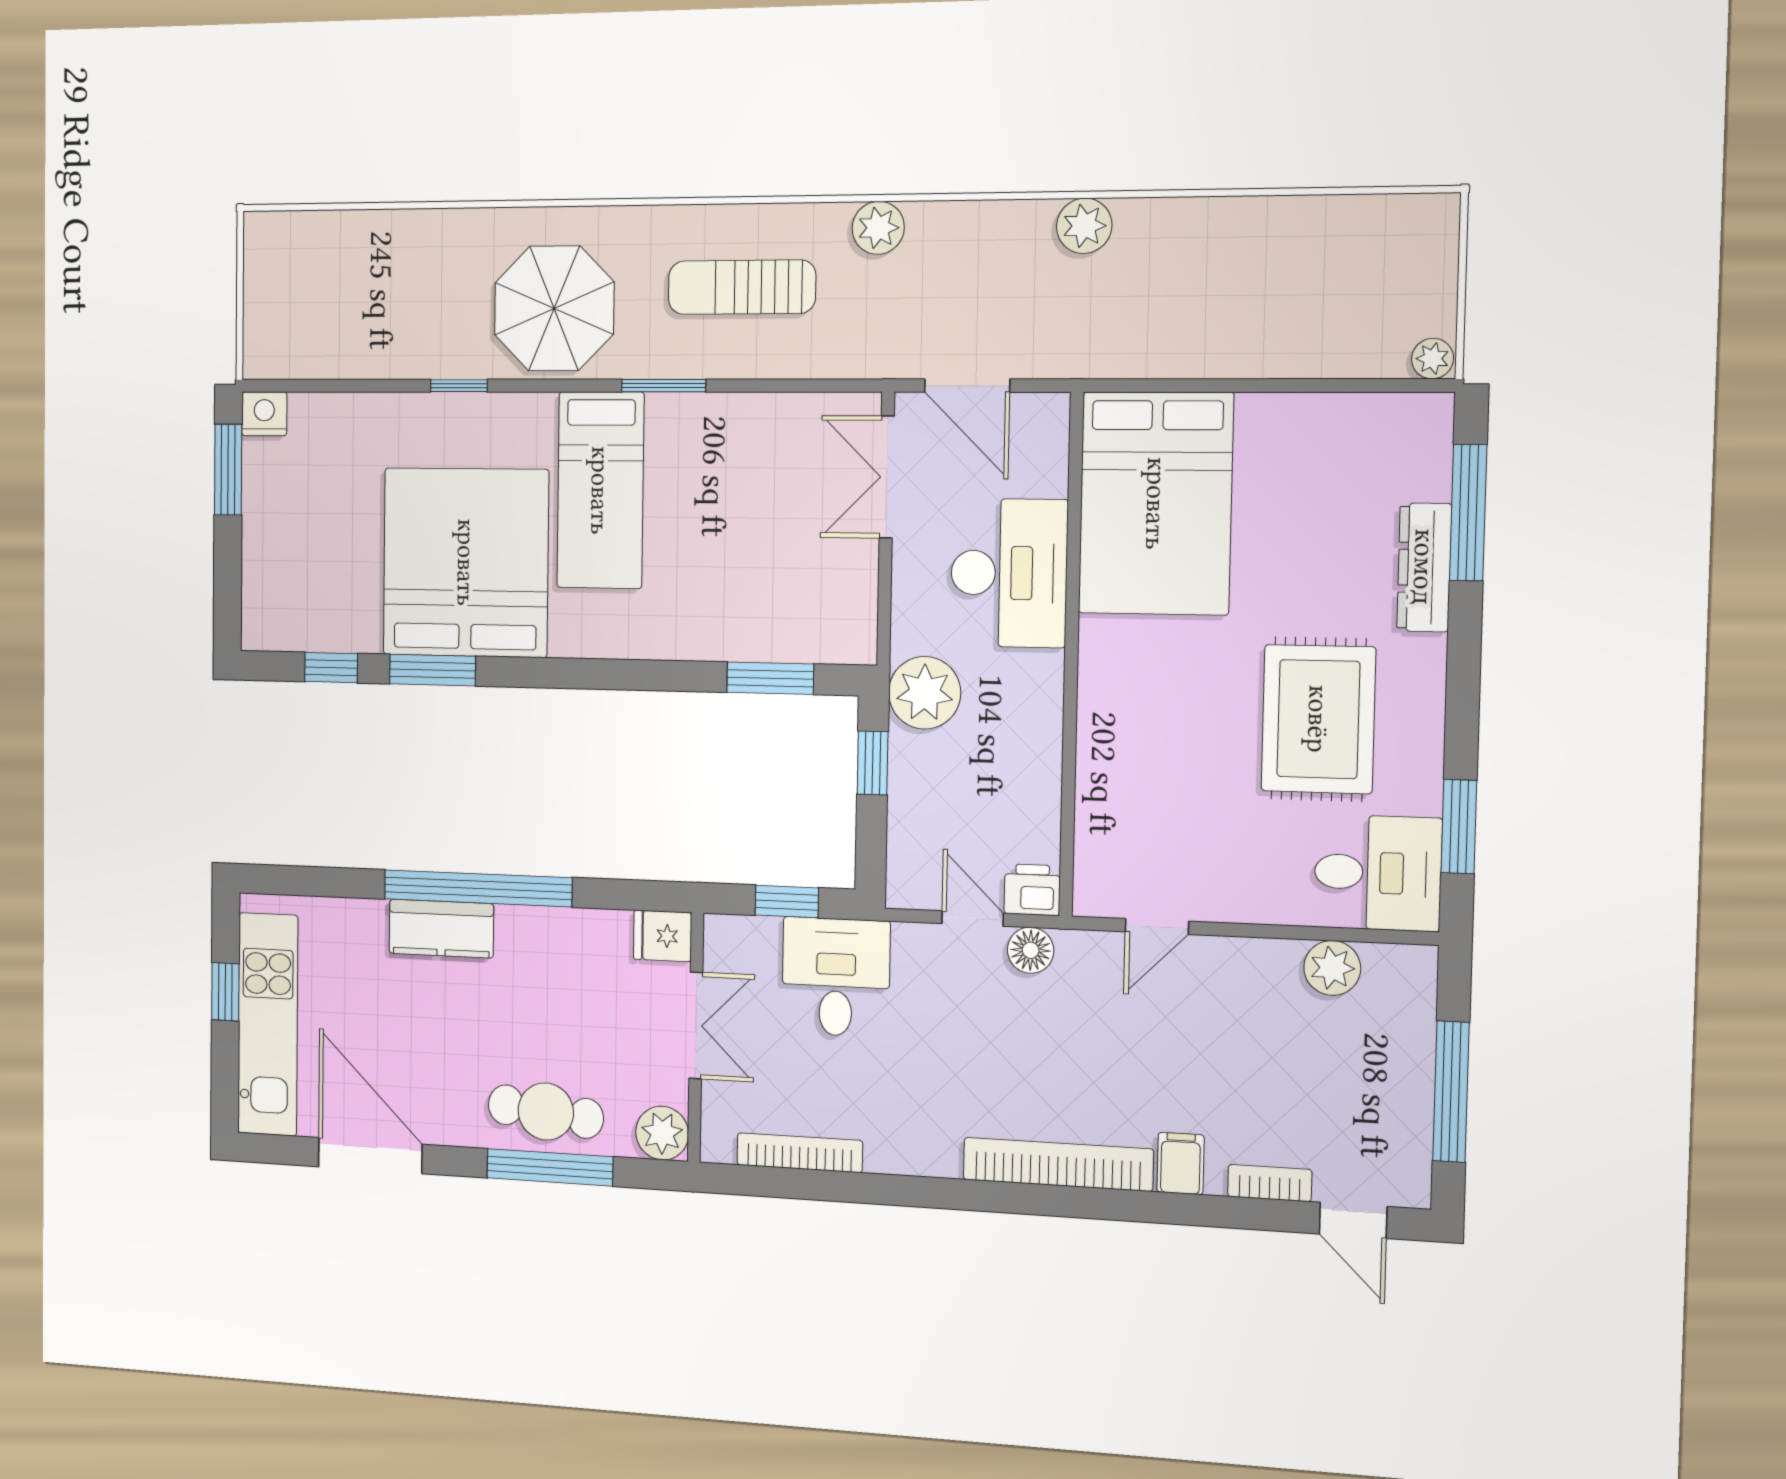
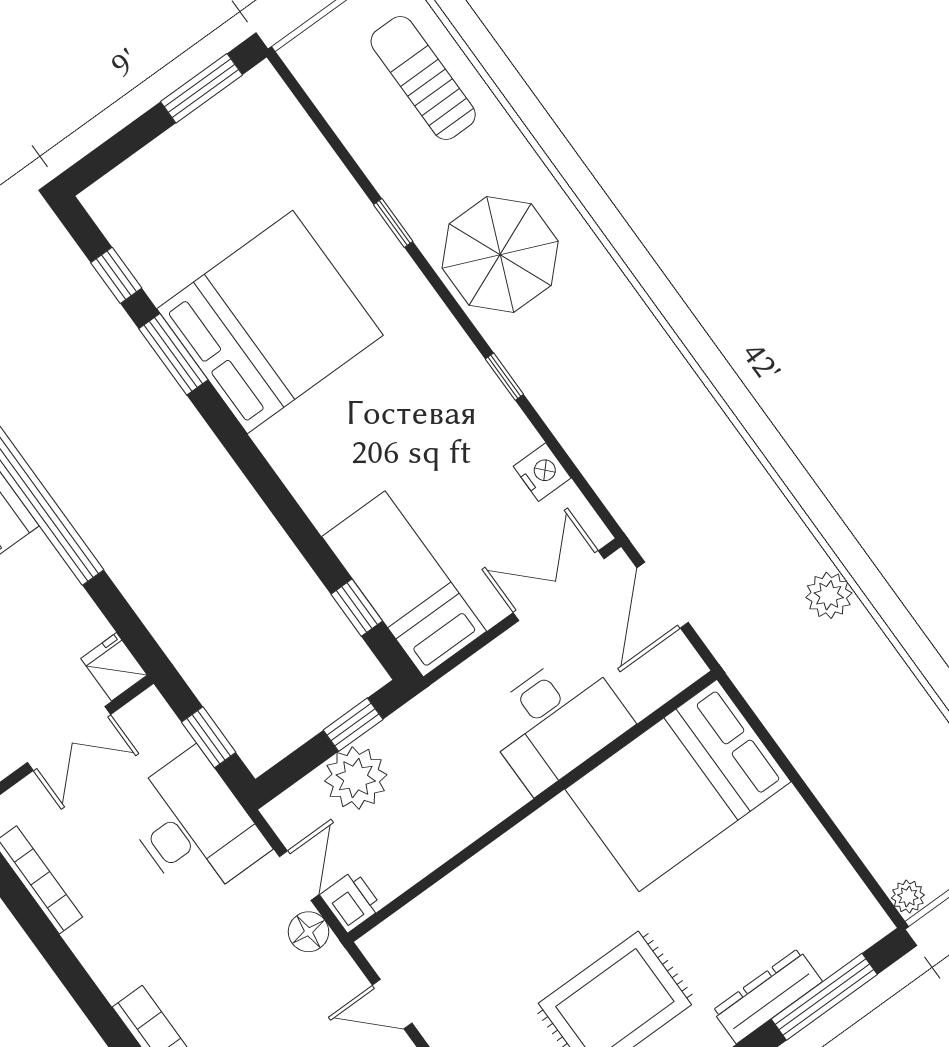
plant: (878, 228) -> (725, 451), removed
sun lounger: (742, 287) -> (423, 78), moved
window: (664, 386) -> (504, 377), width x0.67
nightstand: (264, 414) -> (542, 472), moved
bed: (600, 490) -> (404, 584), moved, turned 90
window: (770, 678) -> (357, 608), width x0.67
plant: (925, 693) -> (356, 778), moved
desk: (836, 977) -> (193, 826), width x1.37

